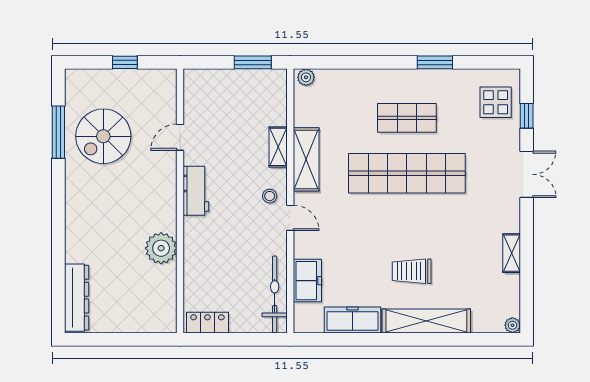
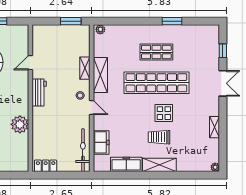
display table: (496, 102) -> (164, 113), moved
shelving: (426, 321) -> (159, 165), width x0.68

